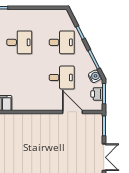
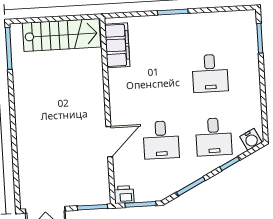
water cooler: (95, 76) -> (251, 139), moved
printer: (97, 94) -> (124, 195), moved
door: (73, 112) -> (109, 142), moved

